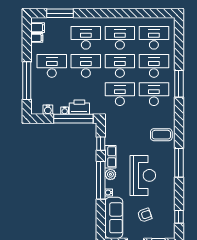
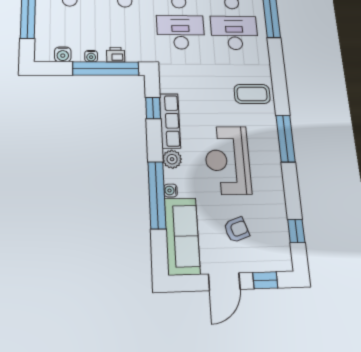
printer: (79, 107) -> (116, 55), width x0.53, depth x0.68
row of seats: (110, 157) -> (170, 121), width x1.48
reception desk: (143, 175) -> (228, 160), turned 180
window: (101, 180) -> (157, 195), moved

